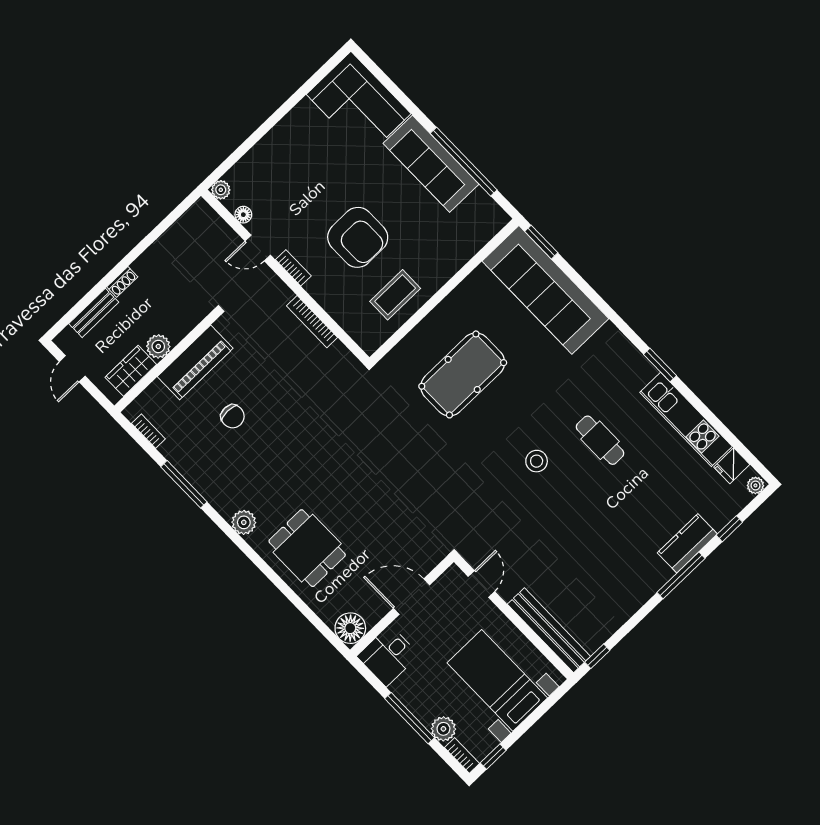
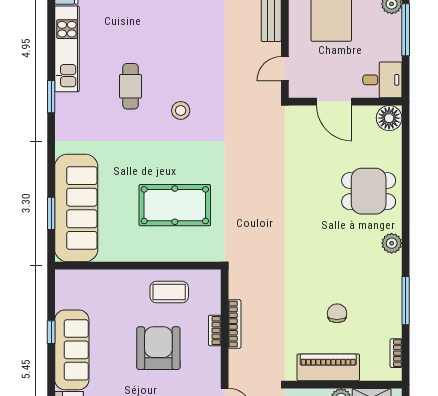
window: (464, 162) -> (51, 332), width x0.32
window: (541, 242) -> (51, 213), moved
bookcase: (293, 268) -> (215, 330), moved
dining table: (307, 548) -> (369, 191), turned 90

